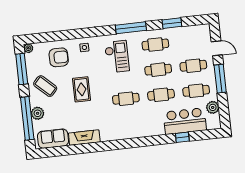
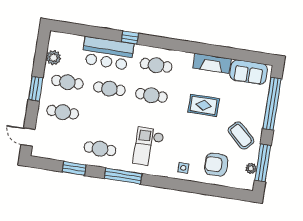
plant: (28, 48) -> (251, 168), moved
door: (217, 48) -> (28, 137), moved
cafe table: (158, 70) -> (156, 65), moved
window: (220, 79) -> (36, 89), width x0.69
rug: (82, 89) -> (204, 105), moved, turned 90
plant: (38, 113) -> (258, 106), removed
bar counter: (185, 121) -> (108, 53), moved
window: (182, 137) -> (130, 38), moved

